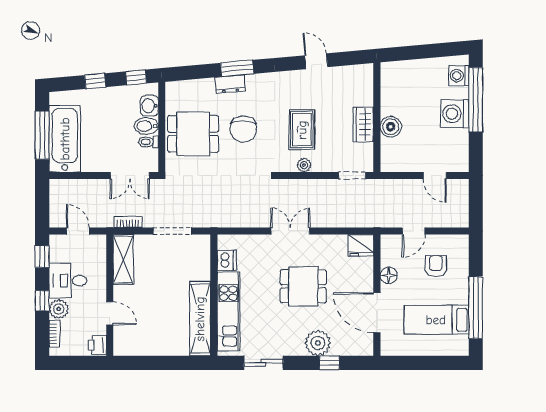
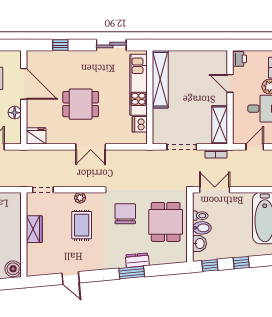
boiler: (391, 127) -> (13, 269), moved
chair: (243, 129) -> (125, 214), moved
dining table: (193, 134) -> (166, 222), turned 90
door: (78, 231) -> (255, 147), swing flipped
plant: (318, 343) -> (69, 60), removed

